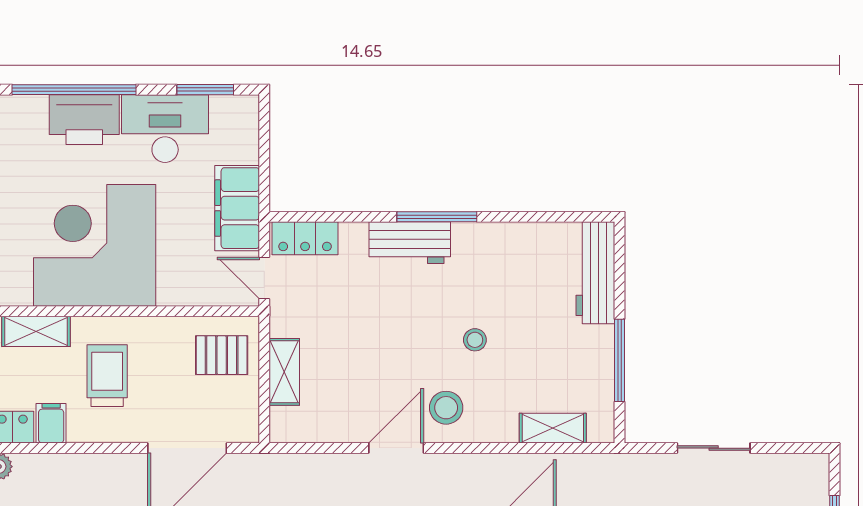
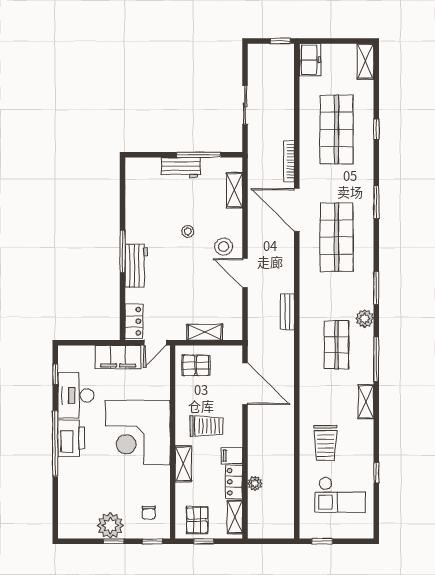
window: (205, 90) -> (55, 374), width x0.67
workbench: (595, 273) -> (181, 168), moved, width x0.73
pallet: (222, 355) -> (196, 365), turned 90
trolley: (107, 376) -> (207, 426), turned 180

